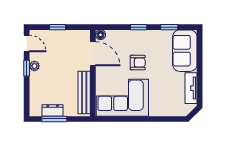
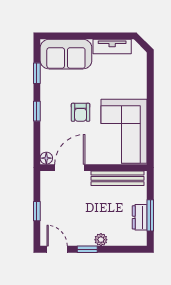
door: (27, 43) -> (57, 249), hinge flipped
armchair: (138, 62) -> (81, 112), turned 180
plant: (34, 66) -> (101, 240), moved

